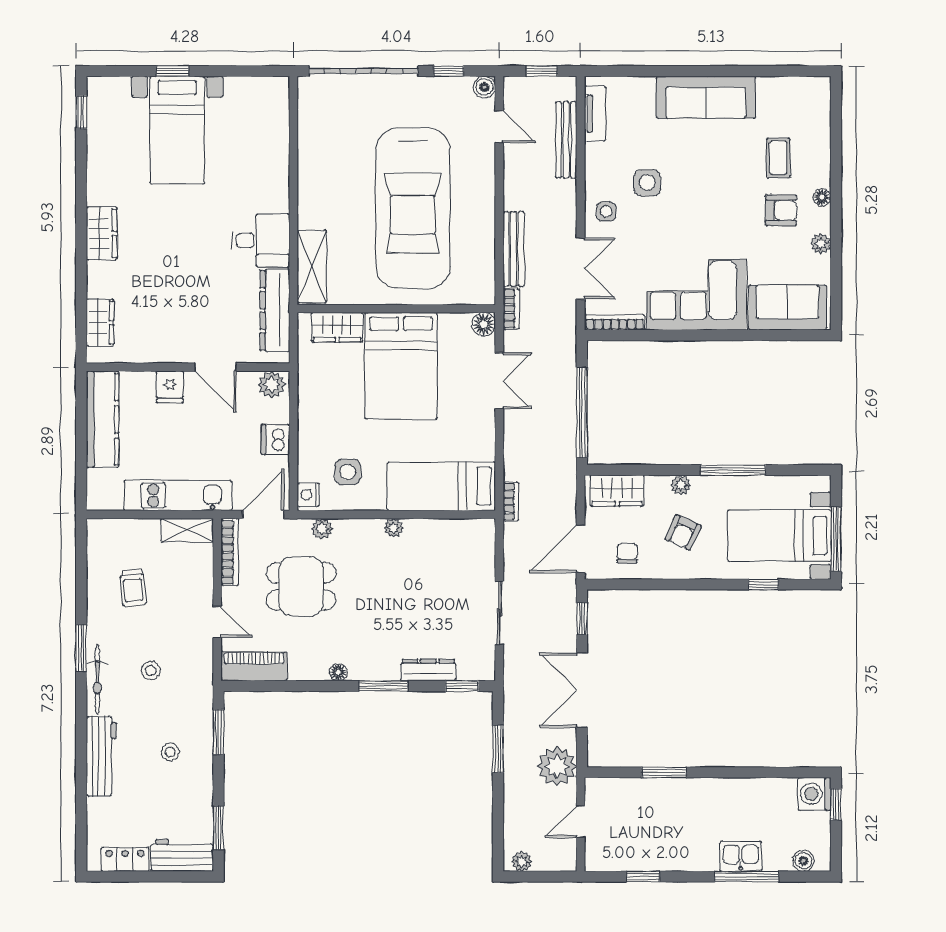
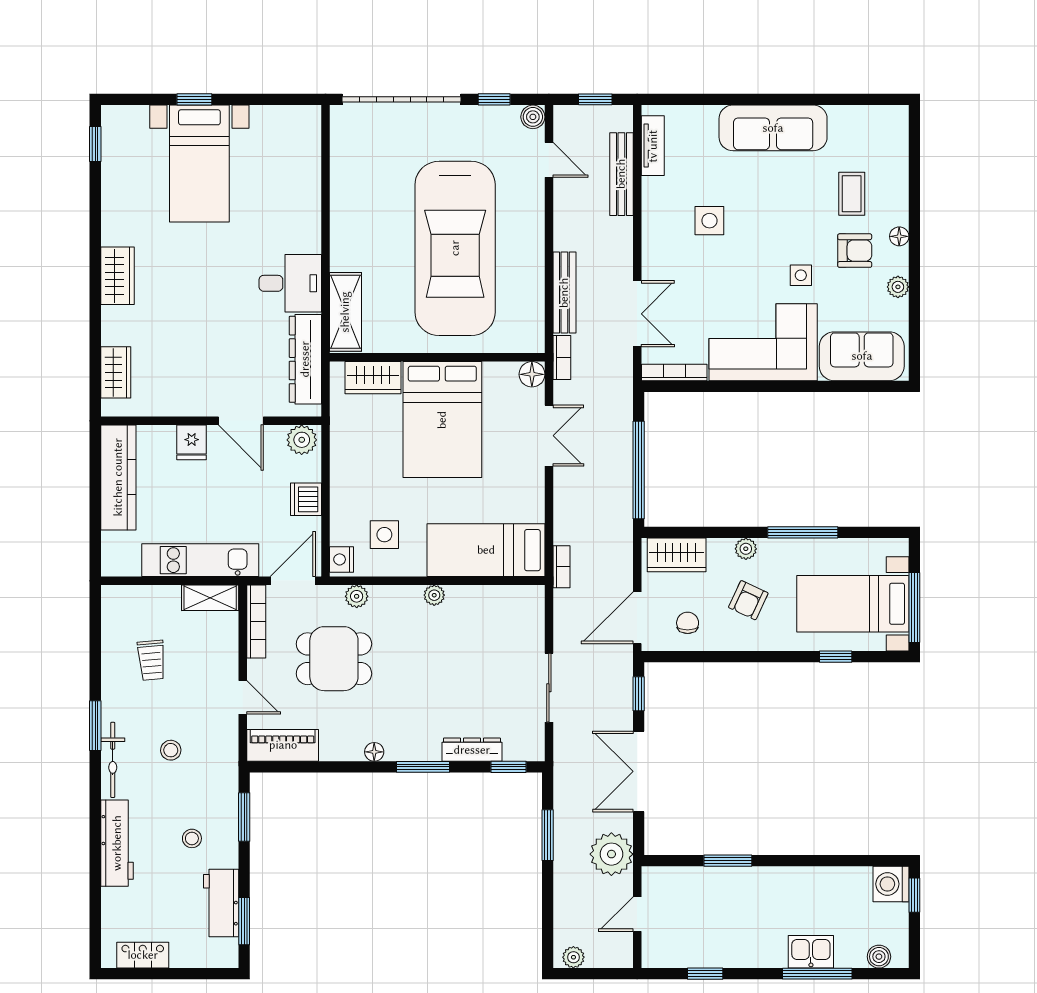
side table: (606, 212) -> (801, 275), moved
workbench: (182, 855) -> (221, 903), moved, turned -90

